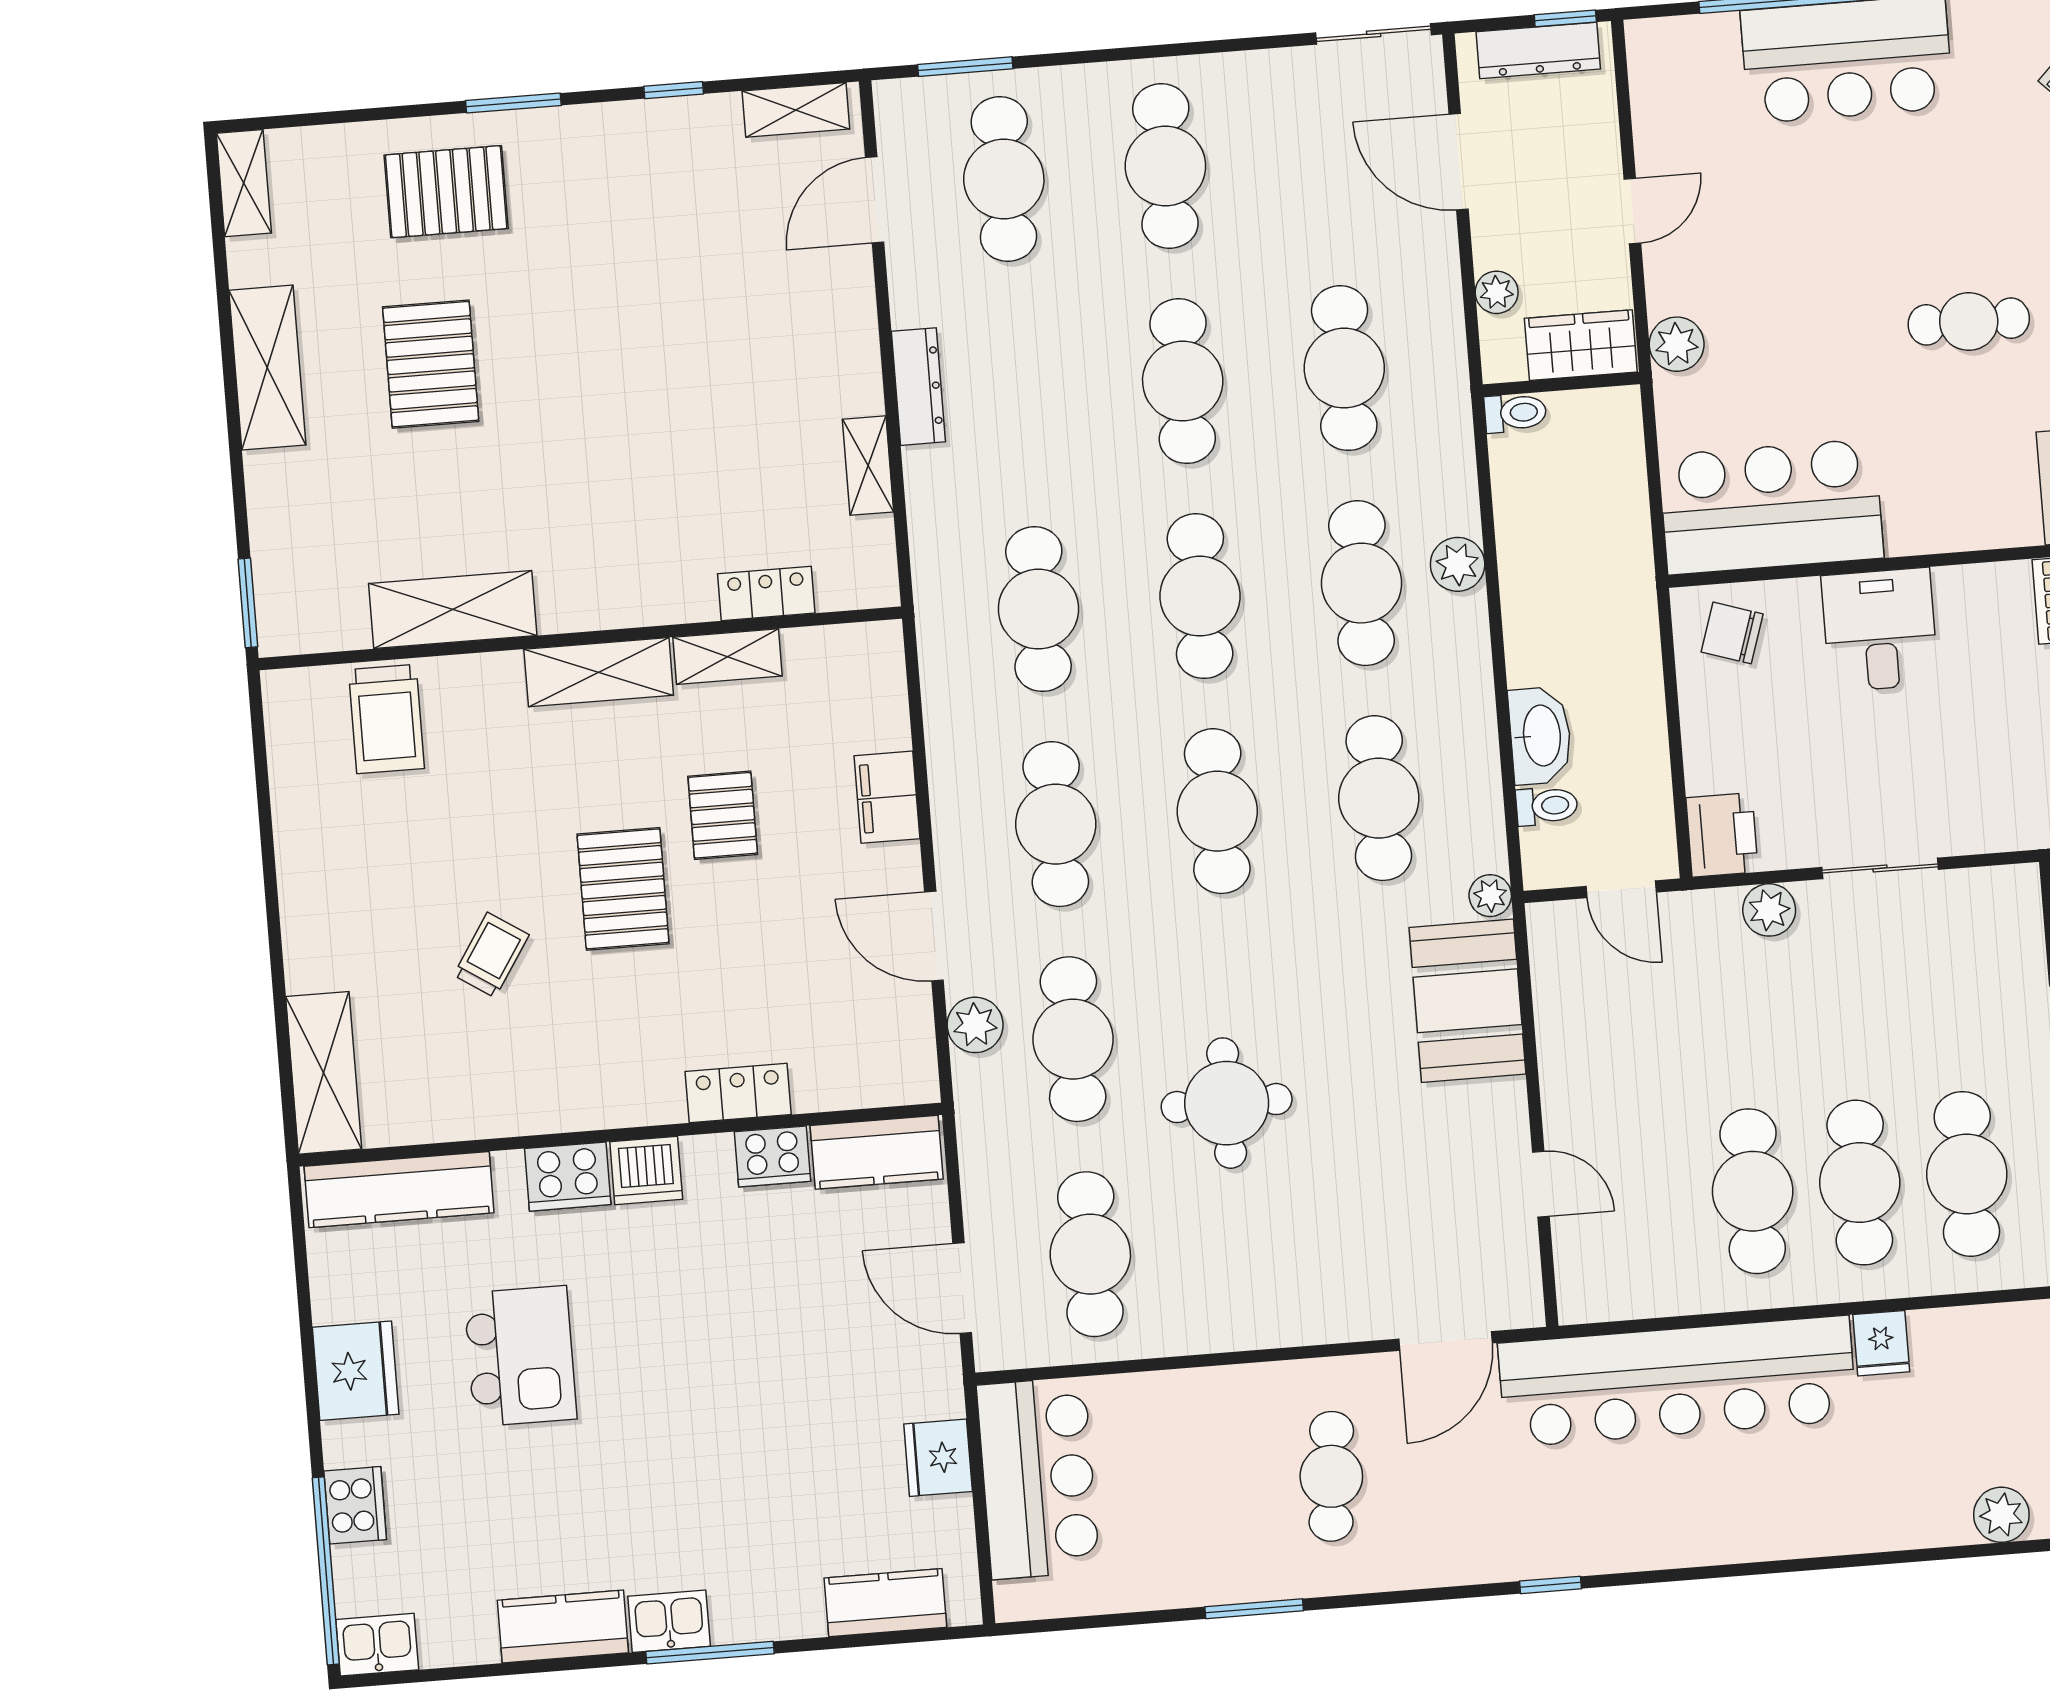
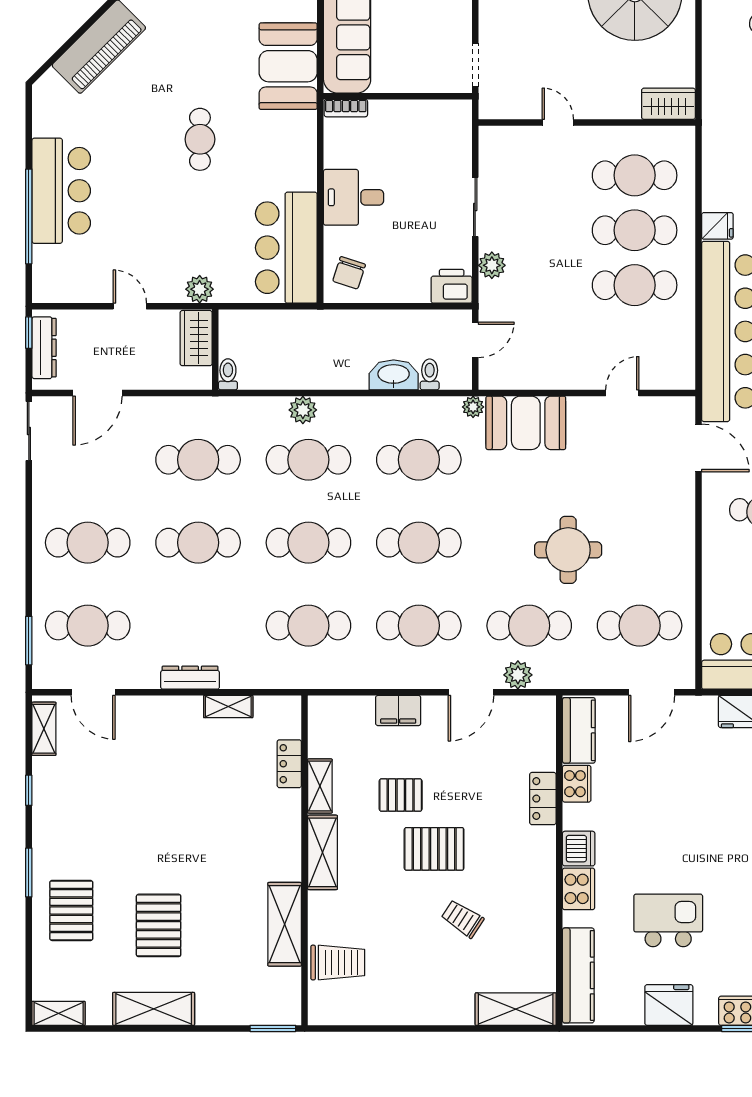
plant: (1497, 292) -> (166, 379), removed
pallet: (431, 364) -> (159, 925), turned 90

